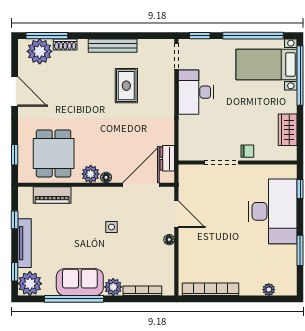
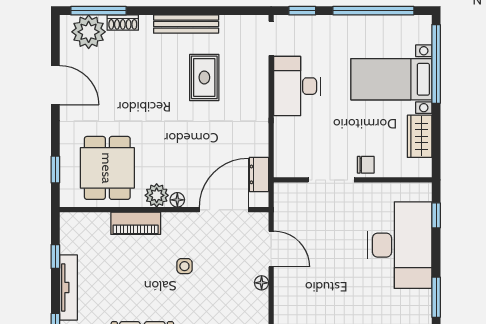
bed with nightstands: (266, 64) -> (391, 79), moved
piano: (52, 195) -> (136, 223), moved

